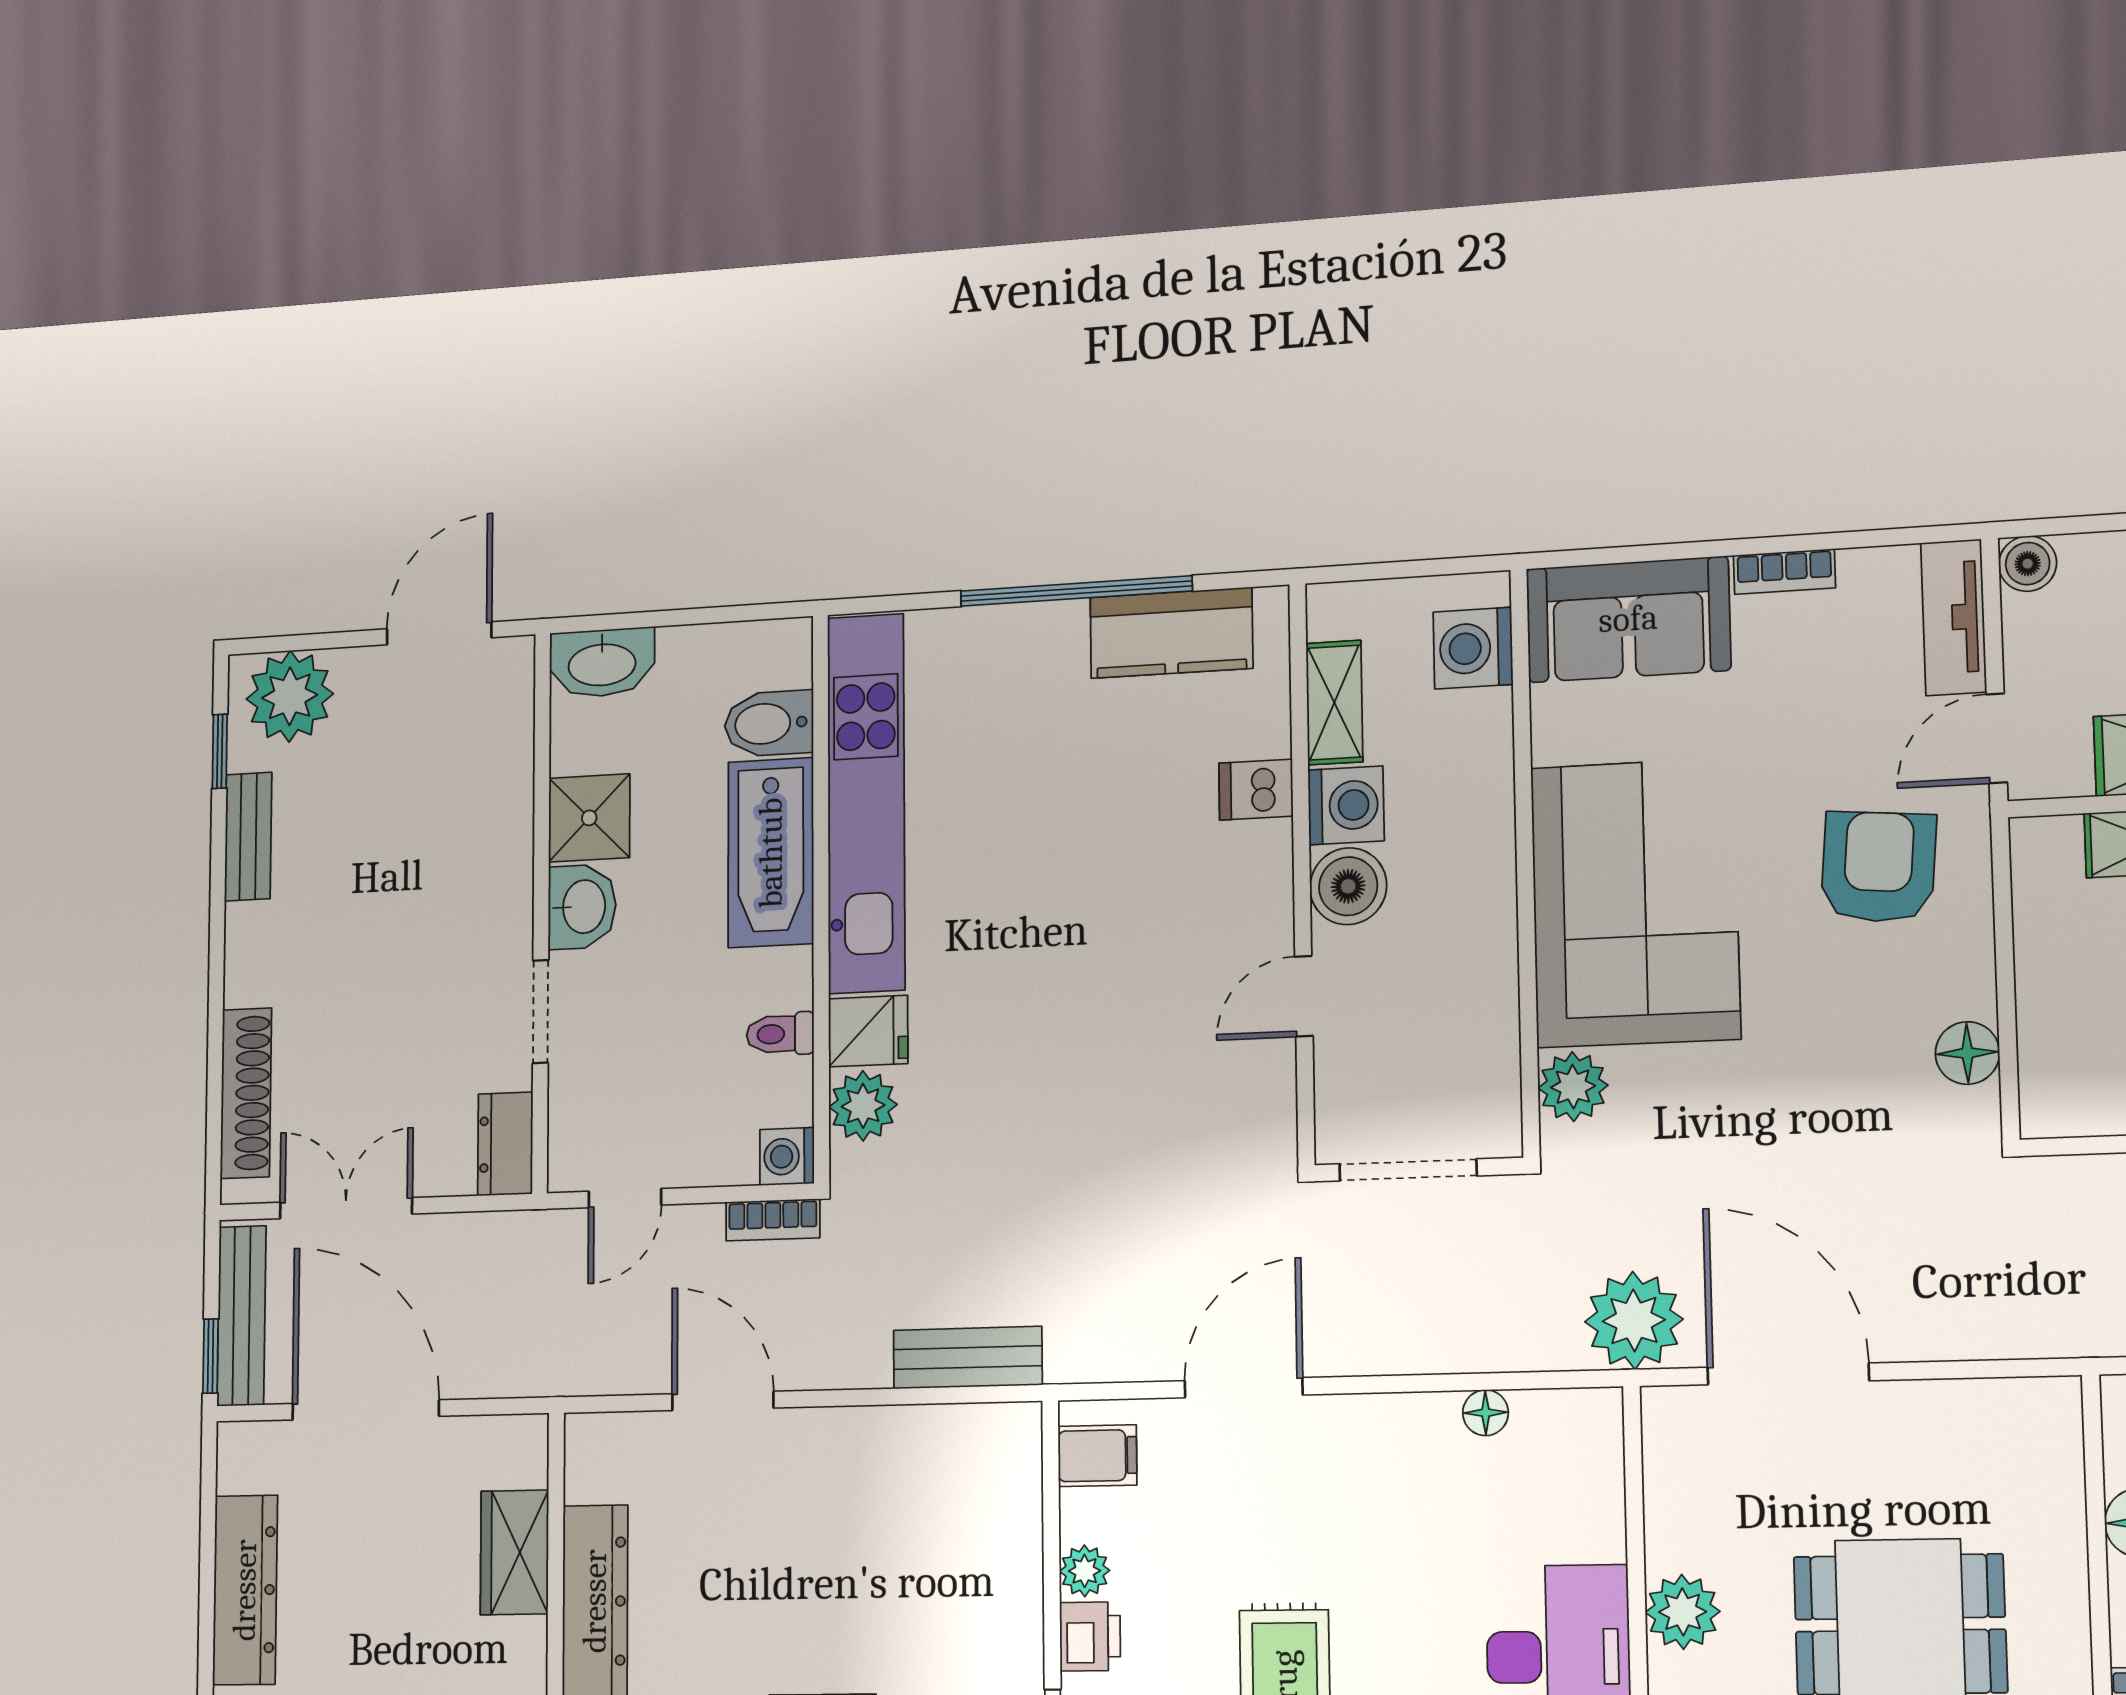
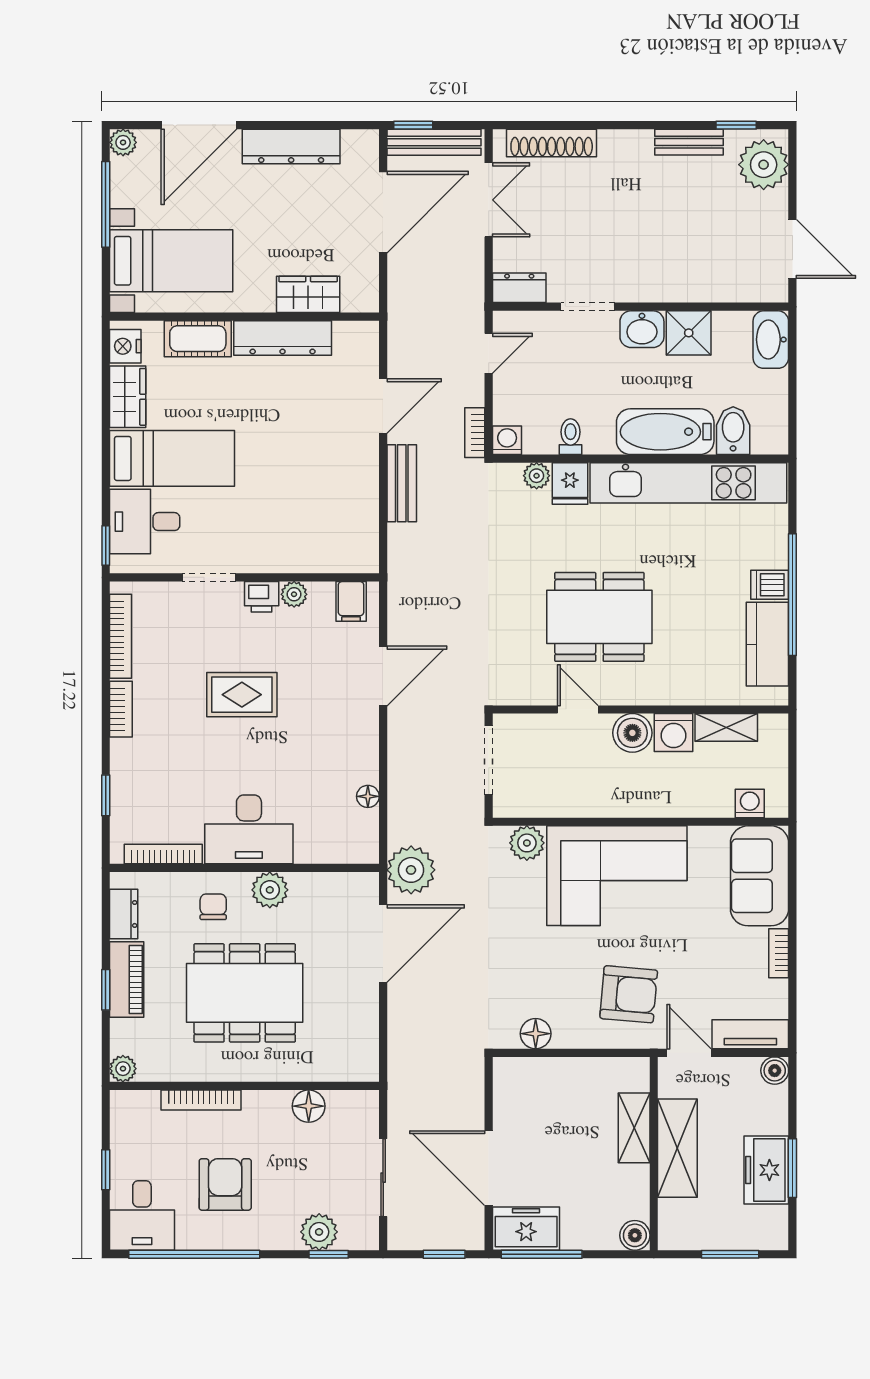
washing machine: (1473, 648) -> (750, 803), width x0.73, depth x0.73
dishwasher: (1256, 790) -> (770, 585), moved, turned -90
dining table: (1122, 962) -> (599, 617), added
plant: (863, 1106) -> (537, 476), width x0.73, depth x0.73
door: (625, 1198) -> (489, 353), swing flipped
bench: (968, 1358) -> (402, 483), moved
door: (1244, 1388) -> (383, 676), hinge flipped

